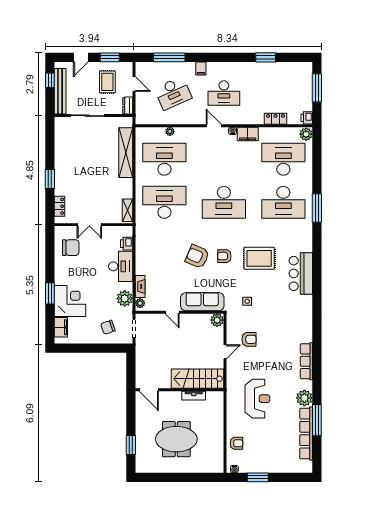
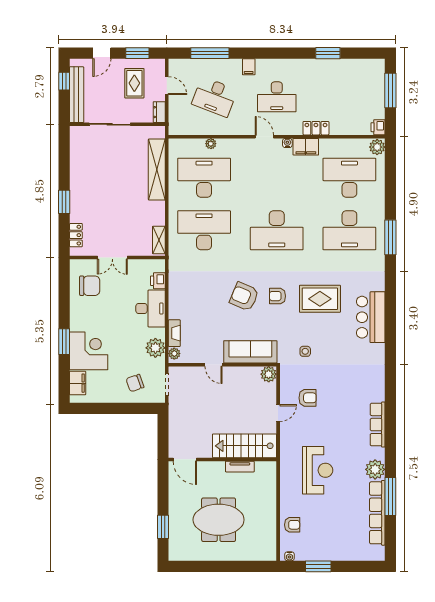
desk: (173, 93) -> (215, 97), turned 45
locker: (276, 119) -> (316, 128), moved

